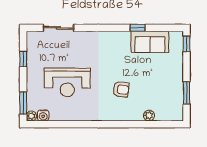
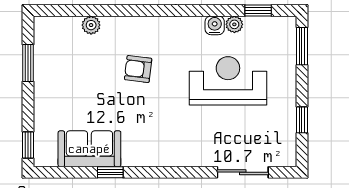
water cooler: (43, 115) -> (215, 25), moved
plant: (31, 116) -> (234, 24), moved
window: (49, 124) -> (258, 11), added

